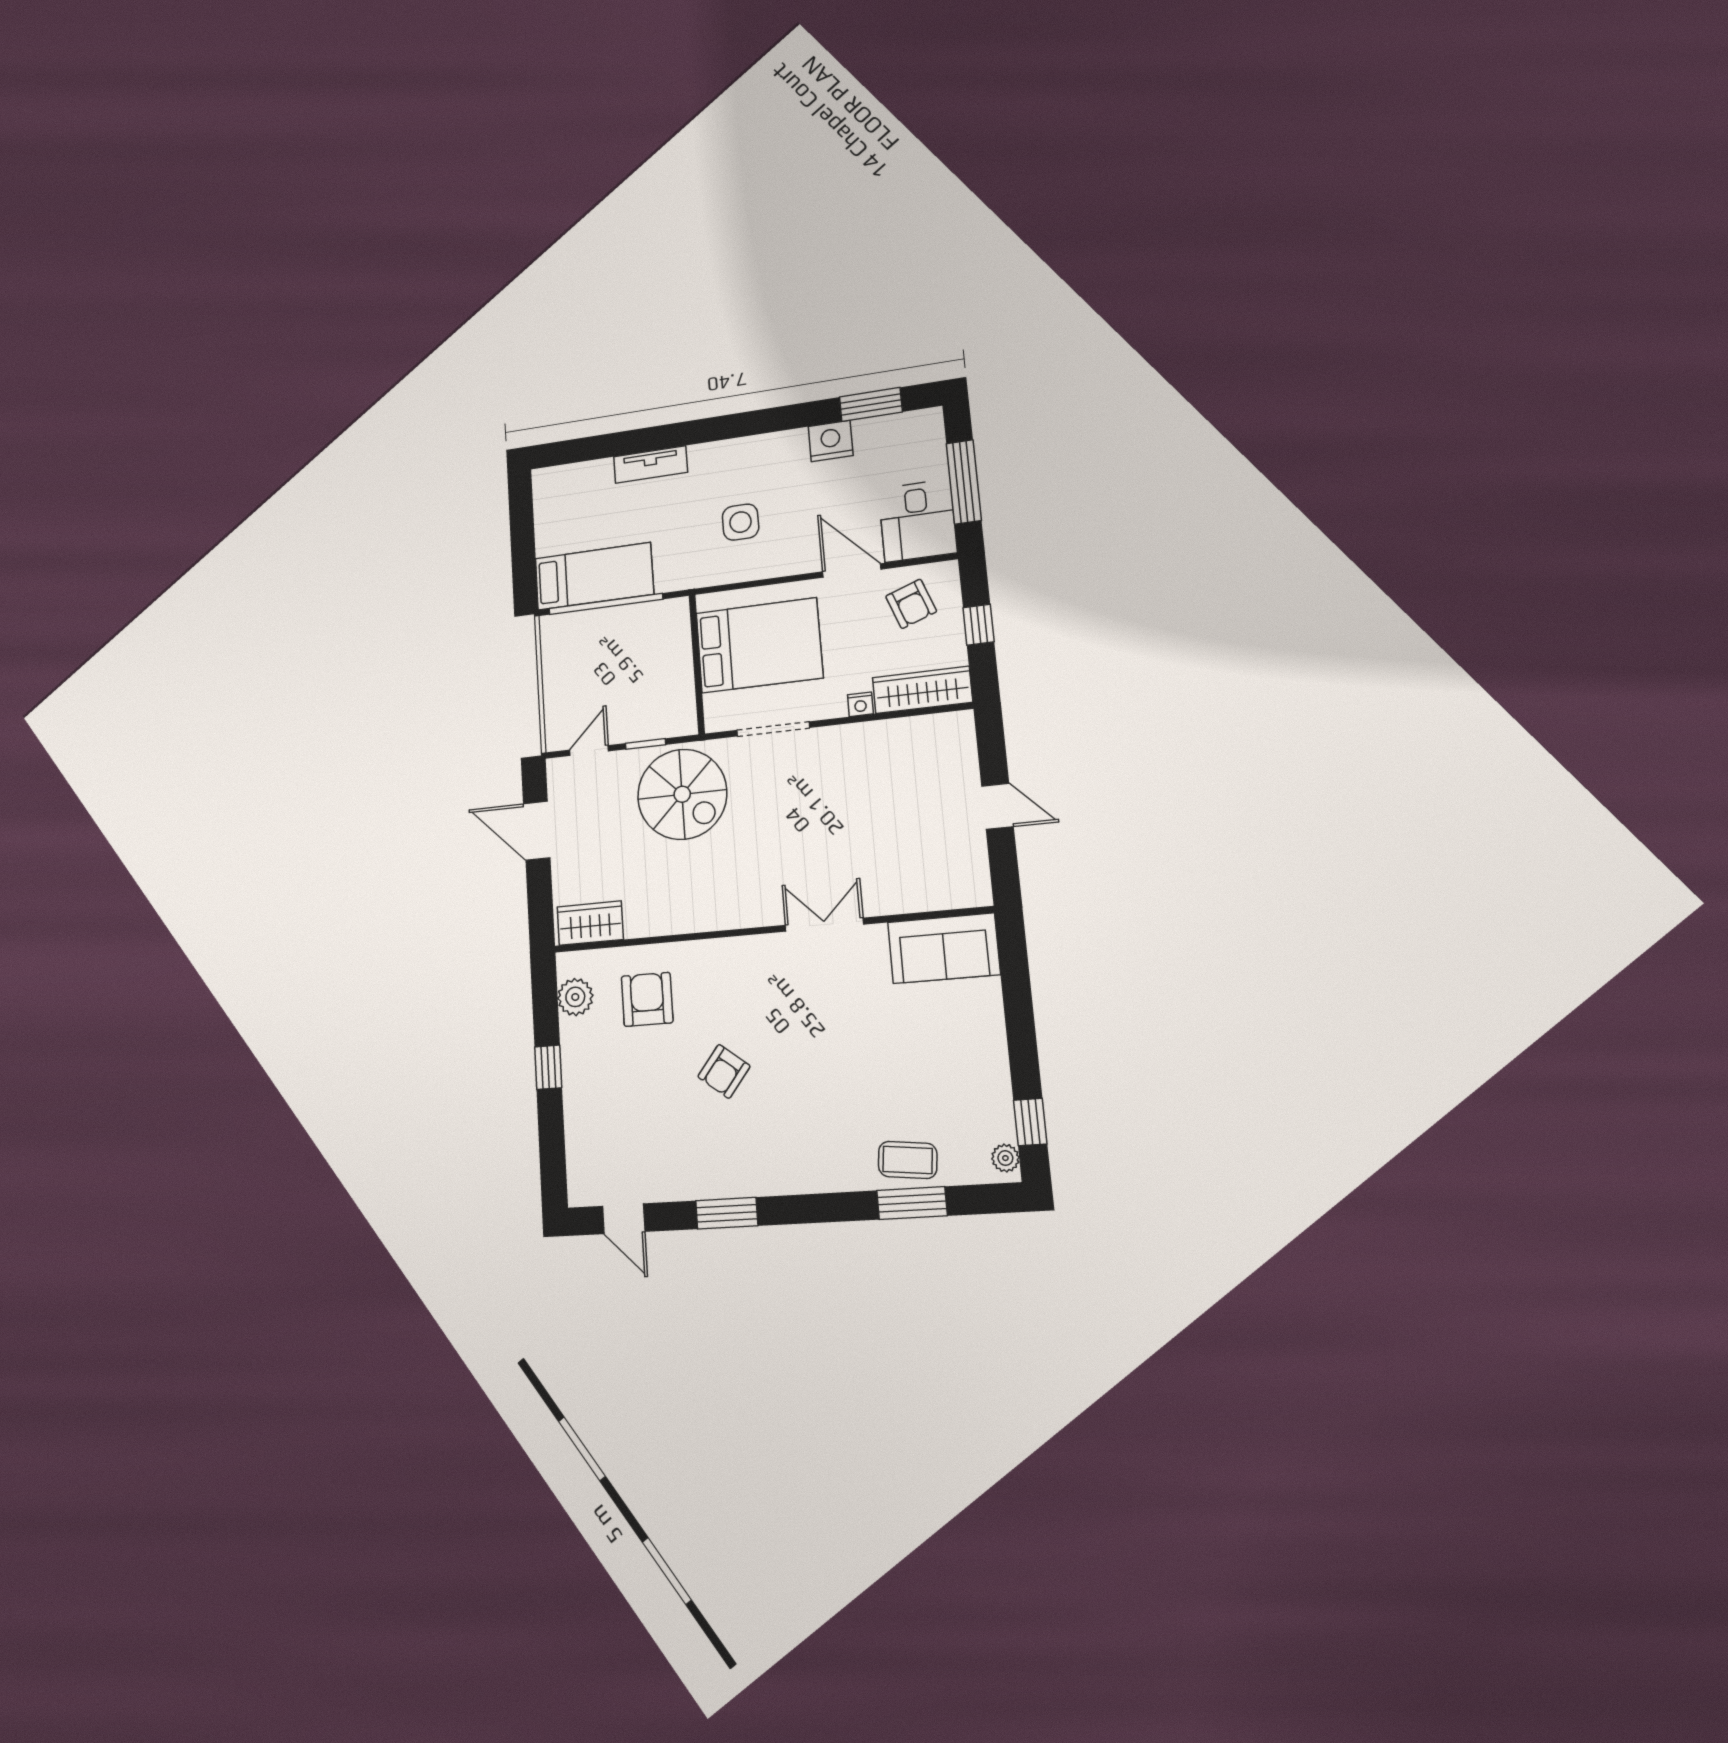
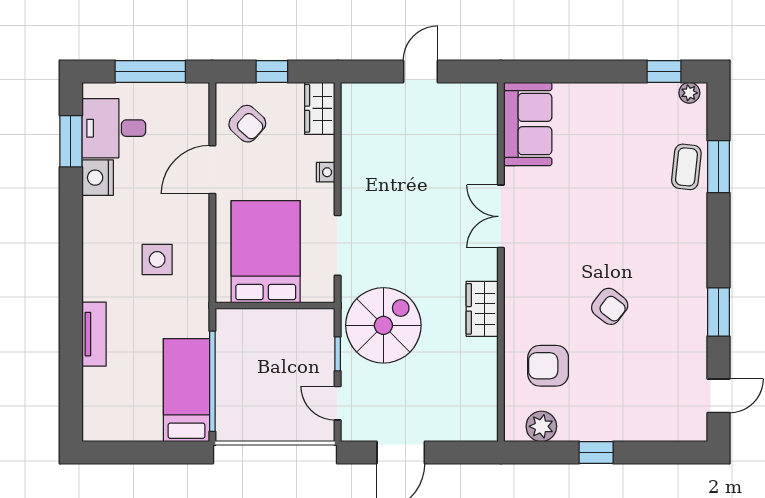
desk: (918, 521) -> (114, 128), moved, turned 180
armchair: (911, 604) -> (247, 124), turned 62
wardrobe: (922, 690) -> (320, 108), width x0.67
wardrobe: (590, 923) -> (482, 309), moved

